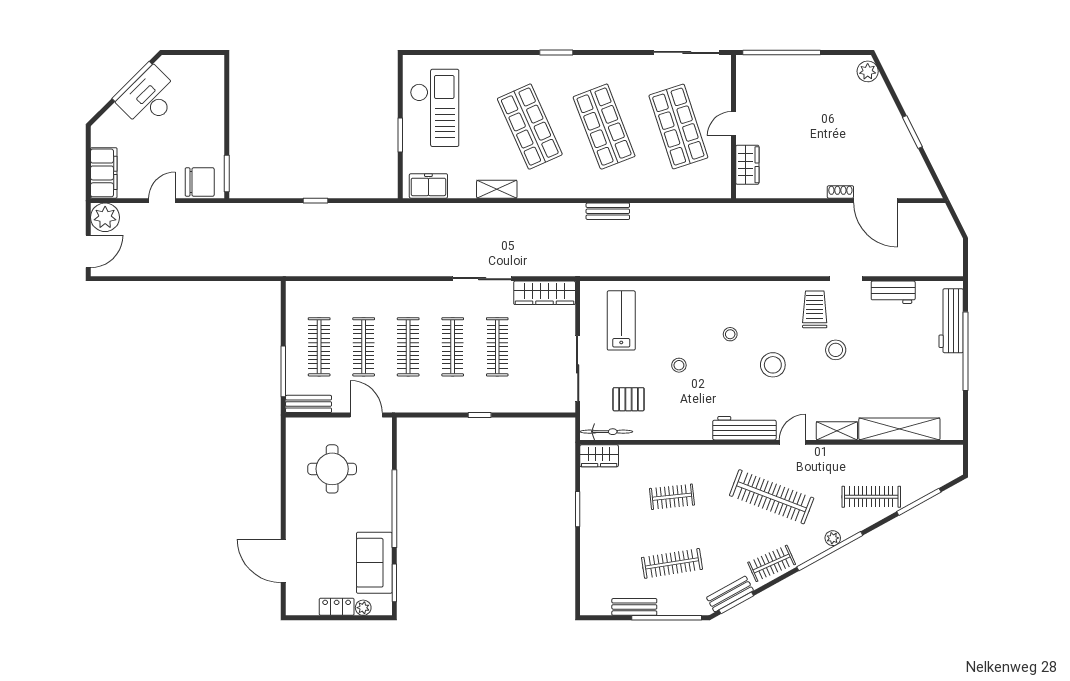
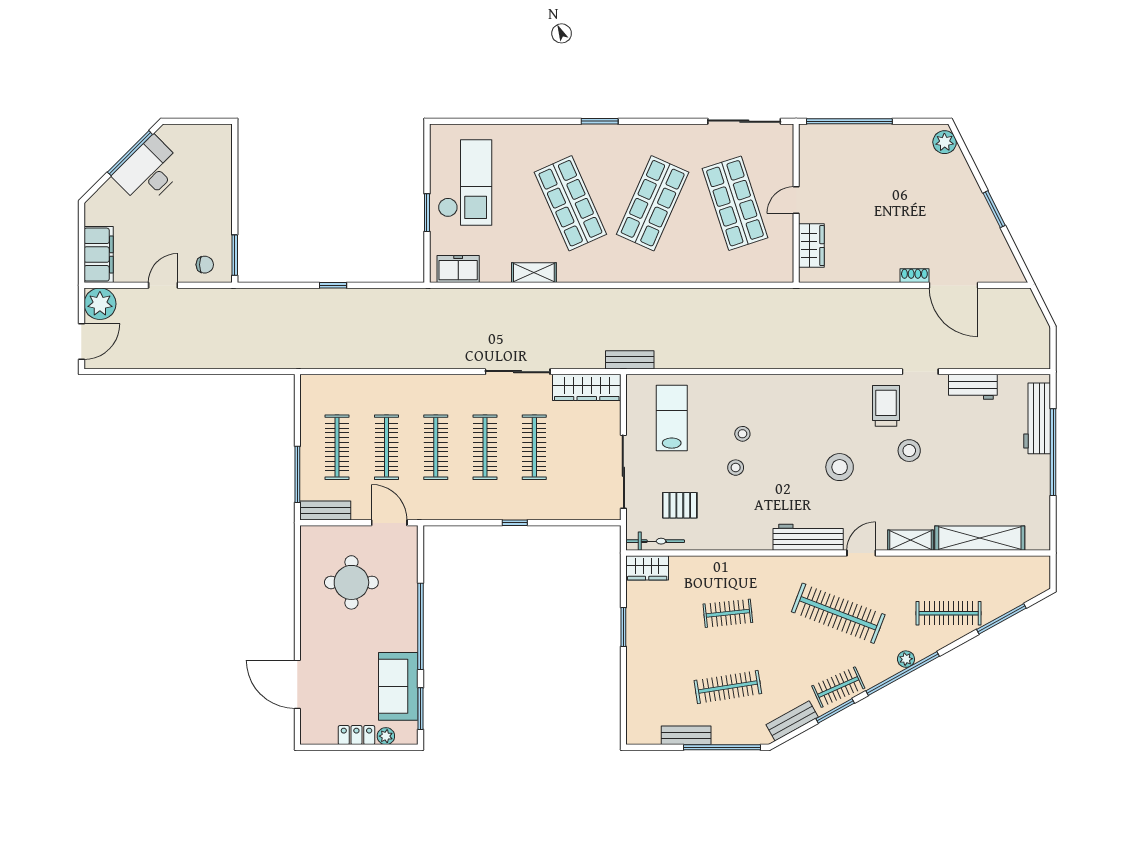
shop shelf: (604, 127) -> (653, 203), turned 45
chair: (200, 182) -> (205, 265), width x0.54, depth x0.54
bench: (608, 211) -> (630, 360), moved
stool: (730, 334) -> (742, 434), moved
window: (736, 603) -> (835, 711), moved

